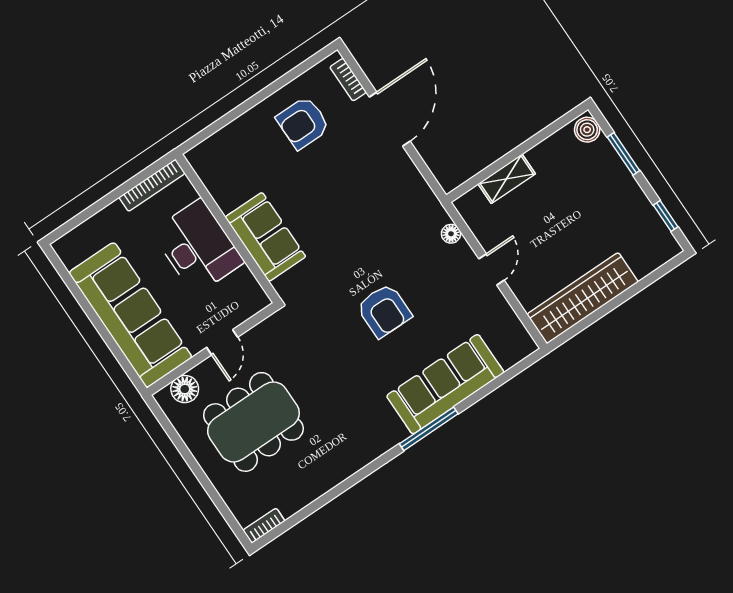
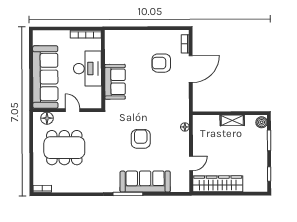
armchair: (303, 123) -> (161, 63), moved
shelving: (507, 179) -> (232, 120), moved
door: (492, 270) -> (191, 163), moved
armchair: (384, 311) -> (141, 139), turned 180
door: (222, 342) -> (73, 110), swing flipped

